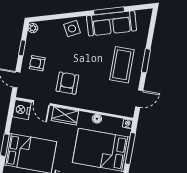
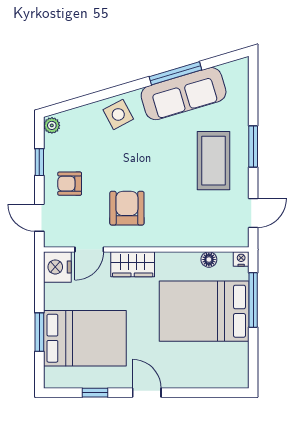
door: (42, 103) -> (89, 250), hinge flipped
floor lamp: (97, 119) -> (209, 260), moved

